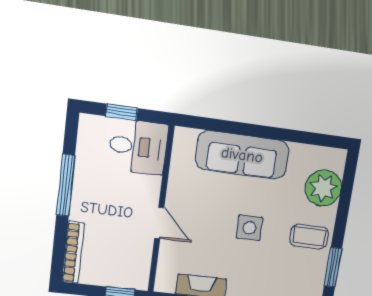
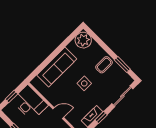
desk: (138, 147) -> (30, 103), width x1.37
plant: (323, 188) -> (83, 40), moved

